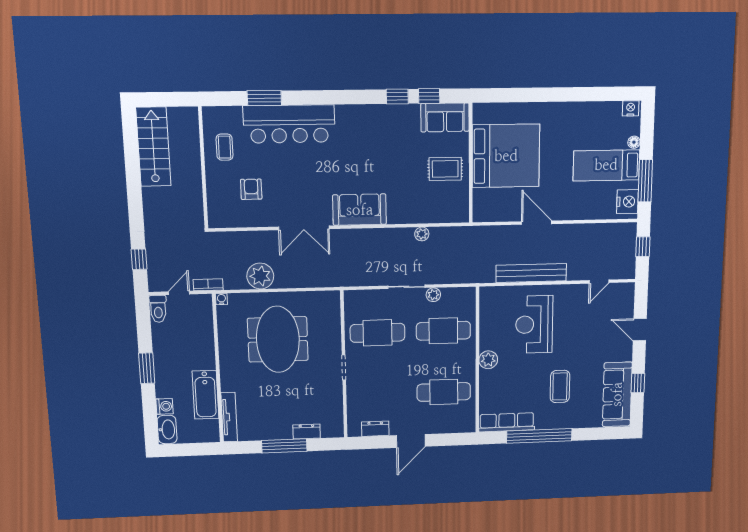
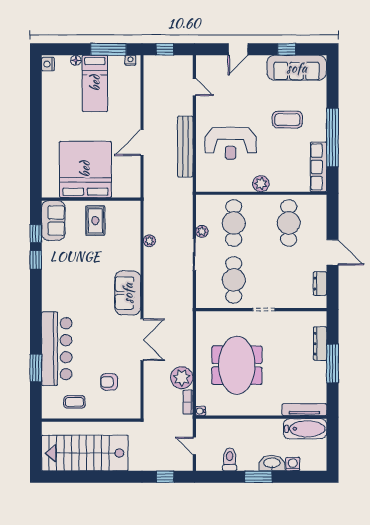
stairs: (153, 147) -> (85, 453), width x1.36, depth x1.51
nightstand: (627, 202) -> (130, 60), width x0.53, depth x0.56
bookcase: (208, 285) -> (188, 402), moved
toilet: (158, 309) -> (230, 459), moved, turned -90
meeting table: (278, 339) -> (237, 365), turned 90
bathtub: (205, 395) -> (305, 429), moved
washbasin: (167, 430) -> (272, 463), moved
dresser: (307, 431) -> (320, 344), width x1.44

